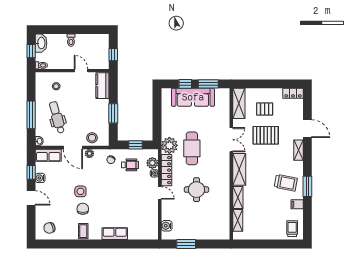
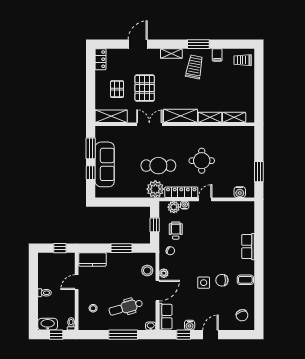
shelving: (299, 150) -> (171, 53), moved

